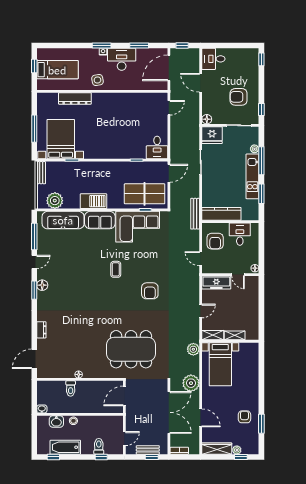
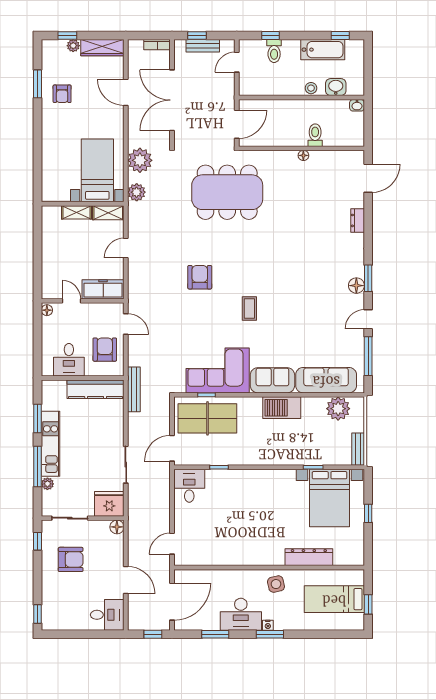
window: (34, 129) -> (368, 513), width x0.46
plant: (191, 383) -> (140, 160), moved

